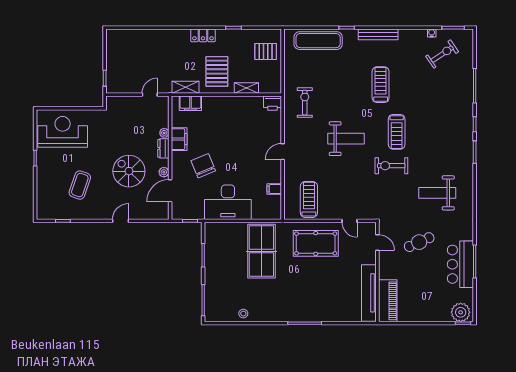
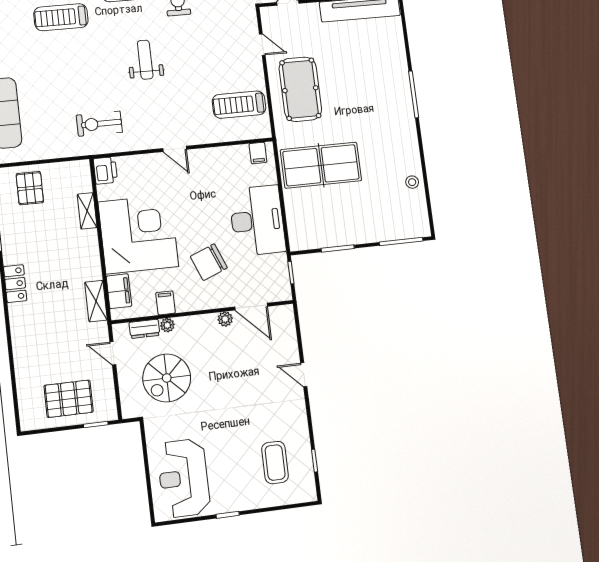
pallet: (217, 71) -> (69, 399), moved
corner desk: (227, 120) -> (138, 234), added
filing cabinet: (179, 139) -> (166, 303), width x0.50
weight bench: (346, 139) -> (145, 60), width x0.73, depth x0.75
dresser: (163, 148) -> (144, 329), moved
spiral stairs: (129, 171) -> (167, 378), moved
coffee table: (80, 185) -> (275, 463), moved, turned 71
filing cabinet: (274, 189) -> (258, 153), moved
door: (349, 221) -> (262, 44), hinge flipped

